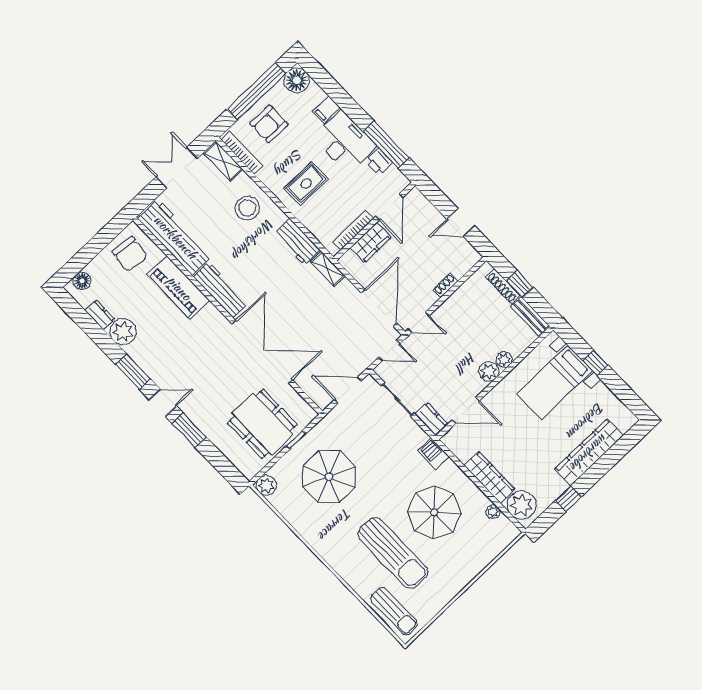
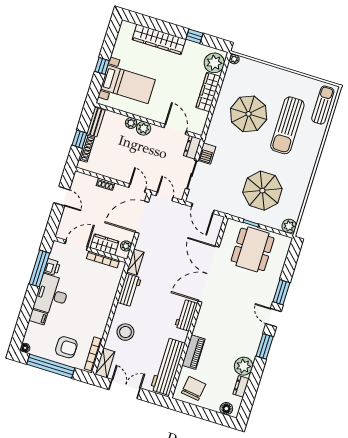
floor lamp: (297, 80) -> (25, 348), width x0.53, depth x0.53
double door: (177, 168) -> (125, 389), swing flipped
rug: (306, 184) -> (90, 304), removed
plant: (354, 268) -> (126, 246), added
piano: (179, 288) -> (194, 352), width x0.73, depth x0.75
workbench: (221, 290) -> (186, 315), width x0.73
barbecue: (433, 454) -> (207, 154), moved
plant: (493, 512) -> (234, 59), moved
sun lounger: (393, 553) -> (287, 125), turned 180

